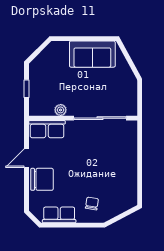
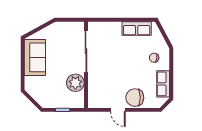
plant: (61, 110) -> (75, 83), width x1.88, depth x1.88
row of seats: (47, 129) -> (137, 28), moved, turned 90
chair: (42, 179) -> (135, 98), turned -90

